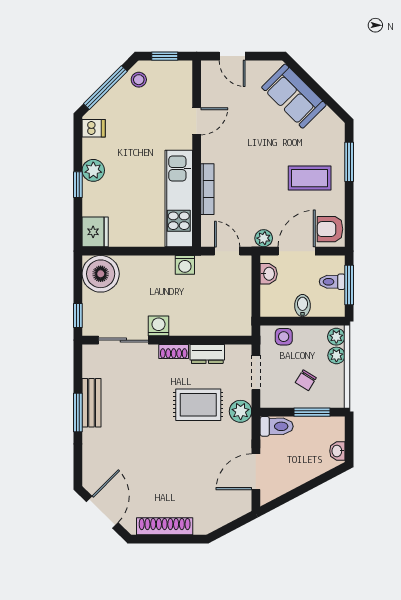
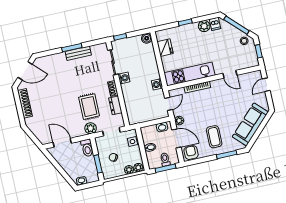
sofa: (294, 96) -> (250, 124), width x1.36
plant: (93, 170) -> (204, 26), moved
fridge: (95, 232) -> (165, 48), moved, turned -90
boiler: (101, 274) -> (147, 38), width x0.54, depth x0.54

